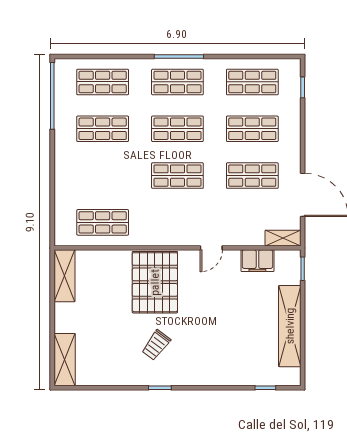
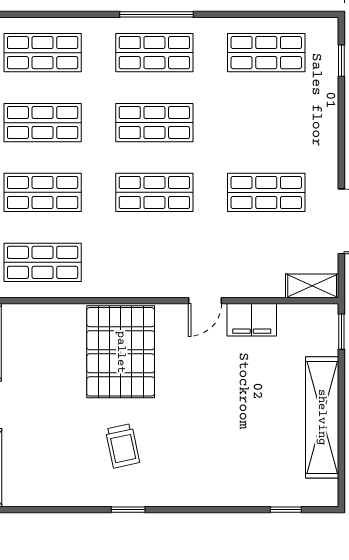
shop shelf: (252, 129) -> (43, 192), moved
filing cabinet: (257, 261) -> (252, 320), moved
trolley: (156, 345) -> (122, 446), turned -49

